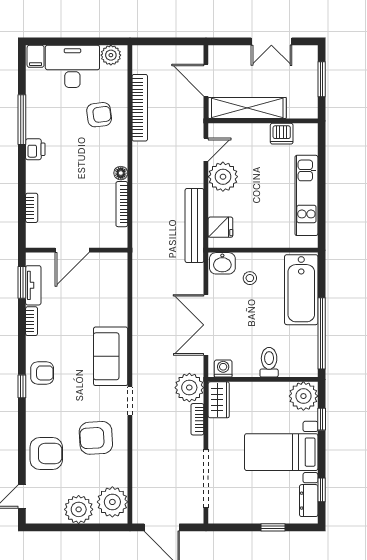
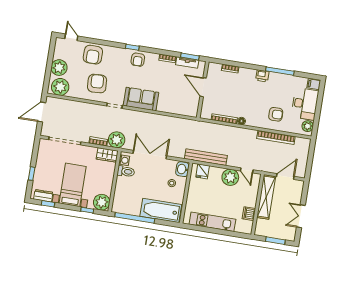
armchair: (99, 115) -> (276, 114), turned -83
toilet: (269, 362) -> (126, 171), moved

